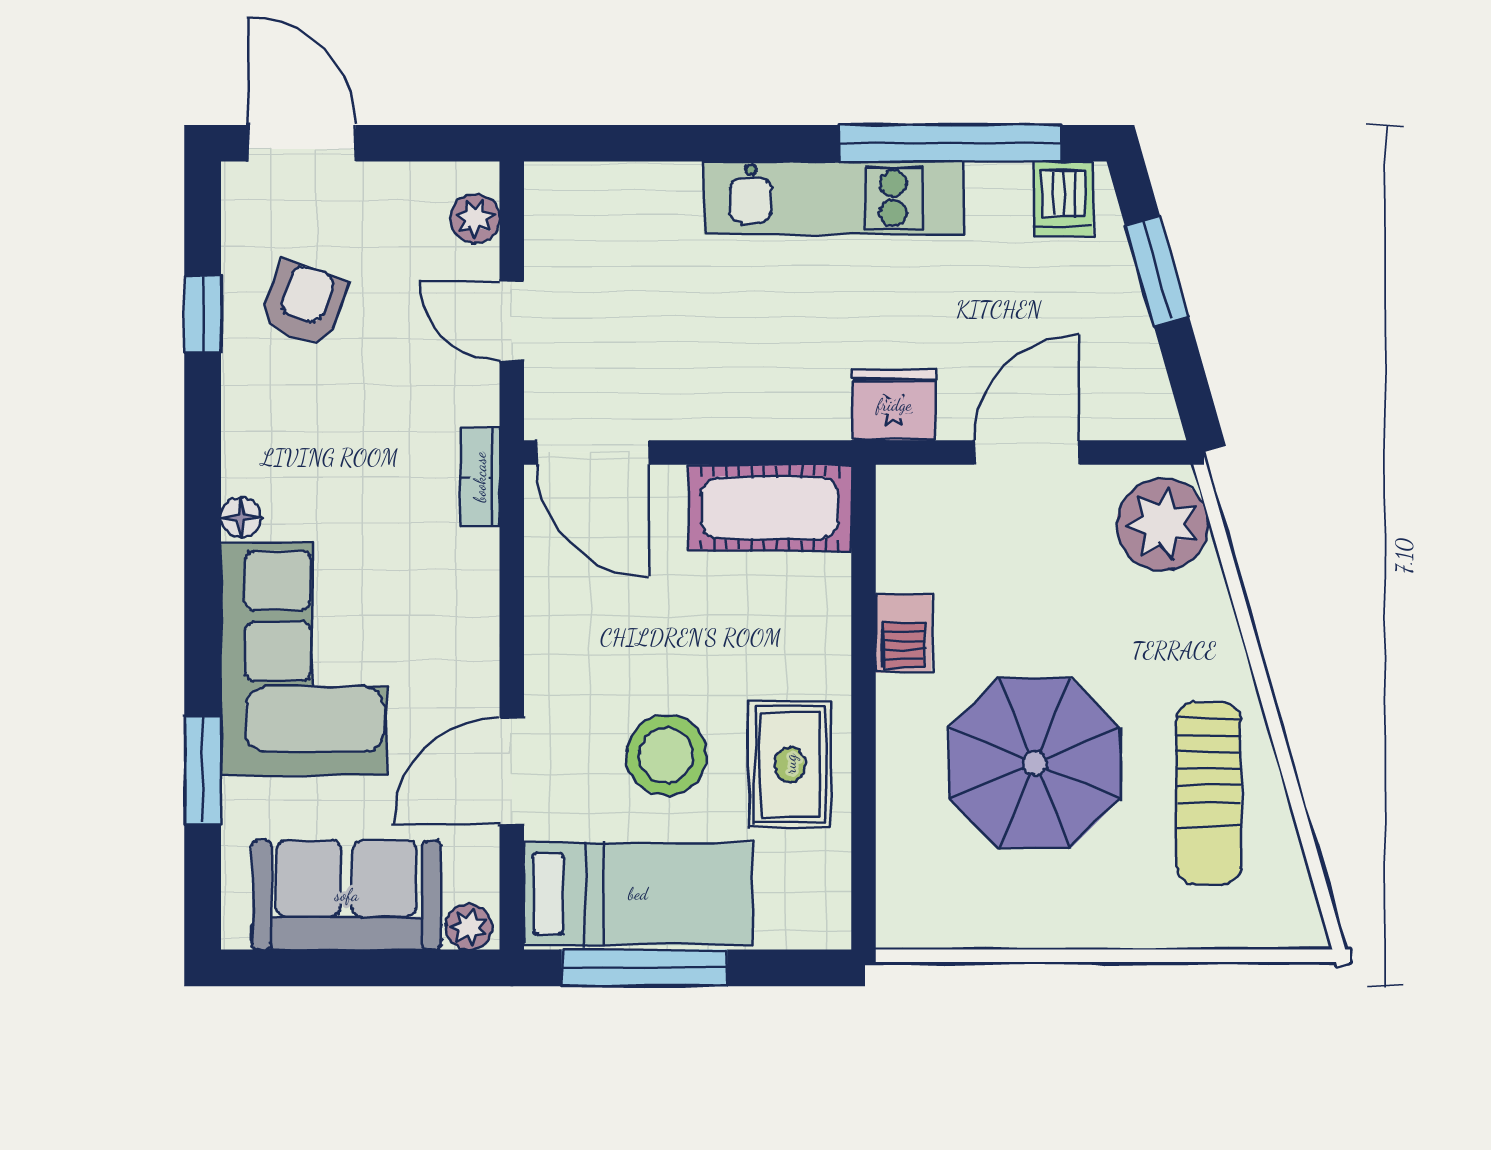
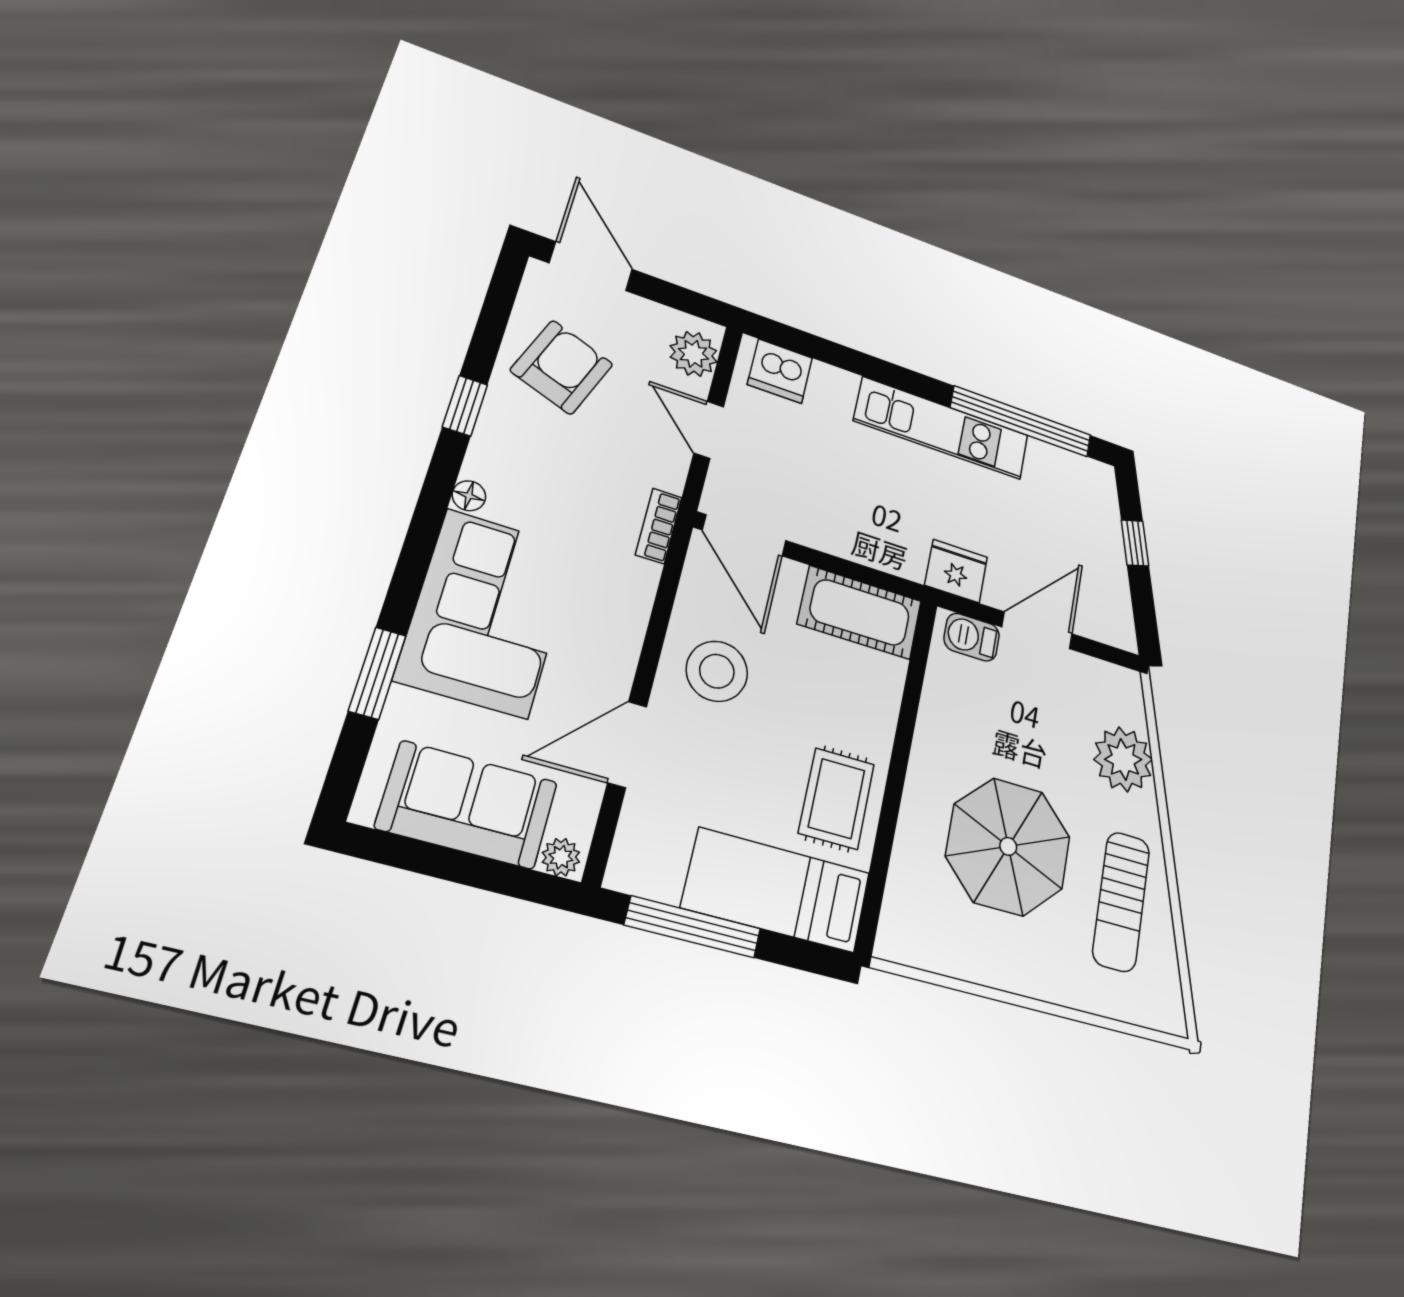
dishwasher: (1064, 199) -> (780, 371), moved, width x1.38
plant: (475, 218) -> (694, 354), width x1.38, depth x1.38
window: (1157, 271) -> (1135, 543), width x0.67
armchair: (304, 303) -> (562, 367), width x1.38, depth x1.38
window: (203, 314) -> (465, 406), moved
plant: (1163, 525) -> (1123, 759), moved
barbecue: (904, 633) -> (972, 637), moved, turned 90
stool: (666, 755) -> (717, 671), moved
bed: (638, 894) -> (777, 890), moved, turned 180

